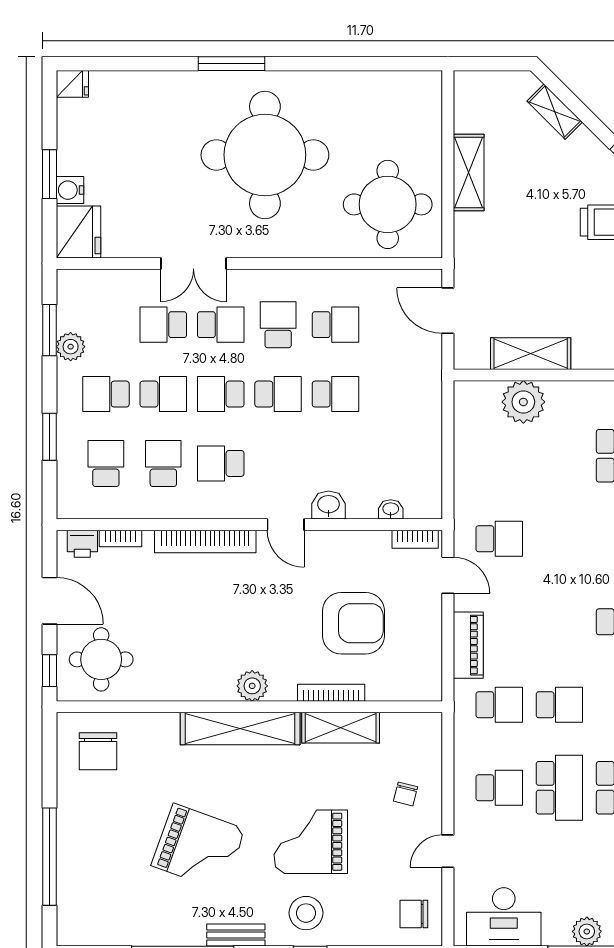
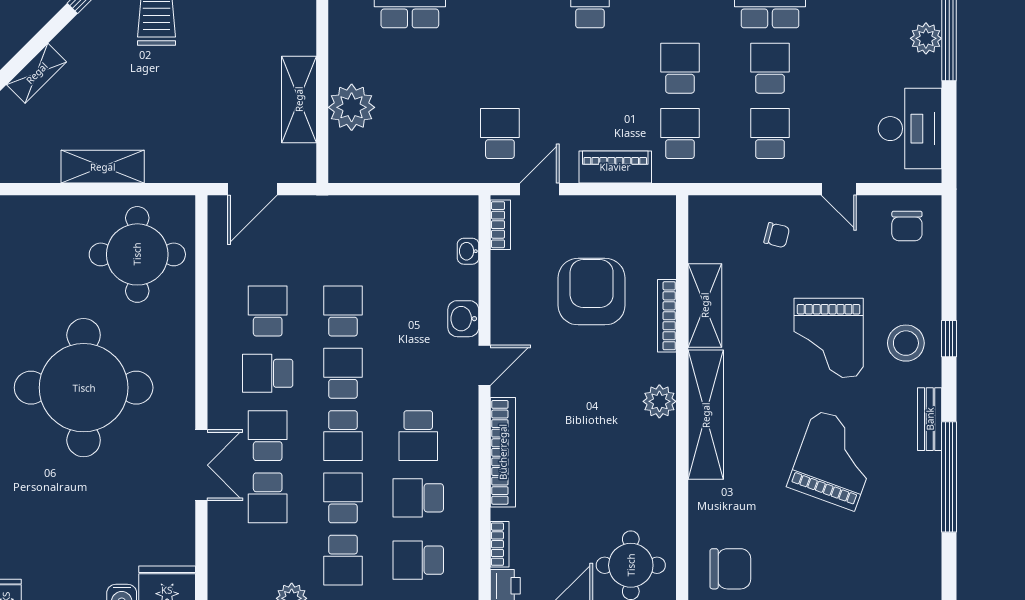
school desk: (559, 788) -> (770, 68), width x0.54

